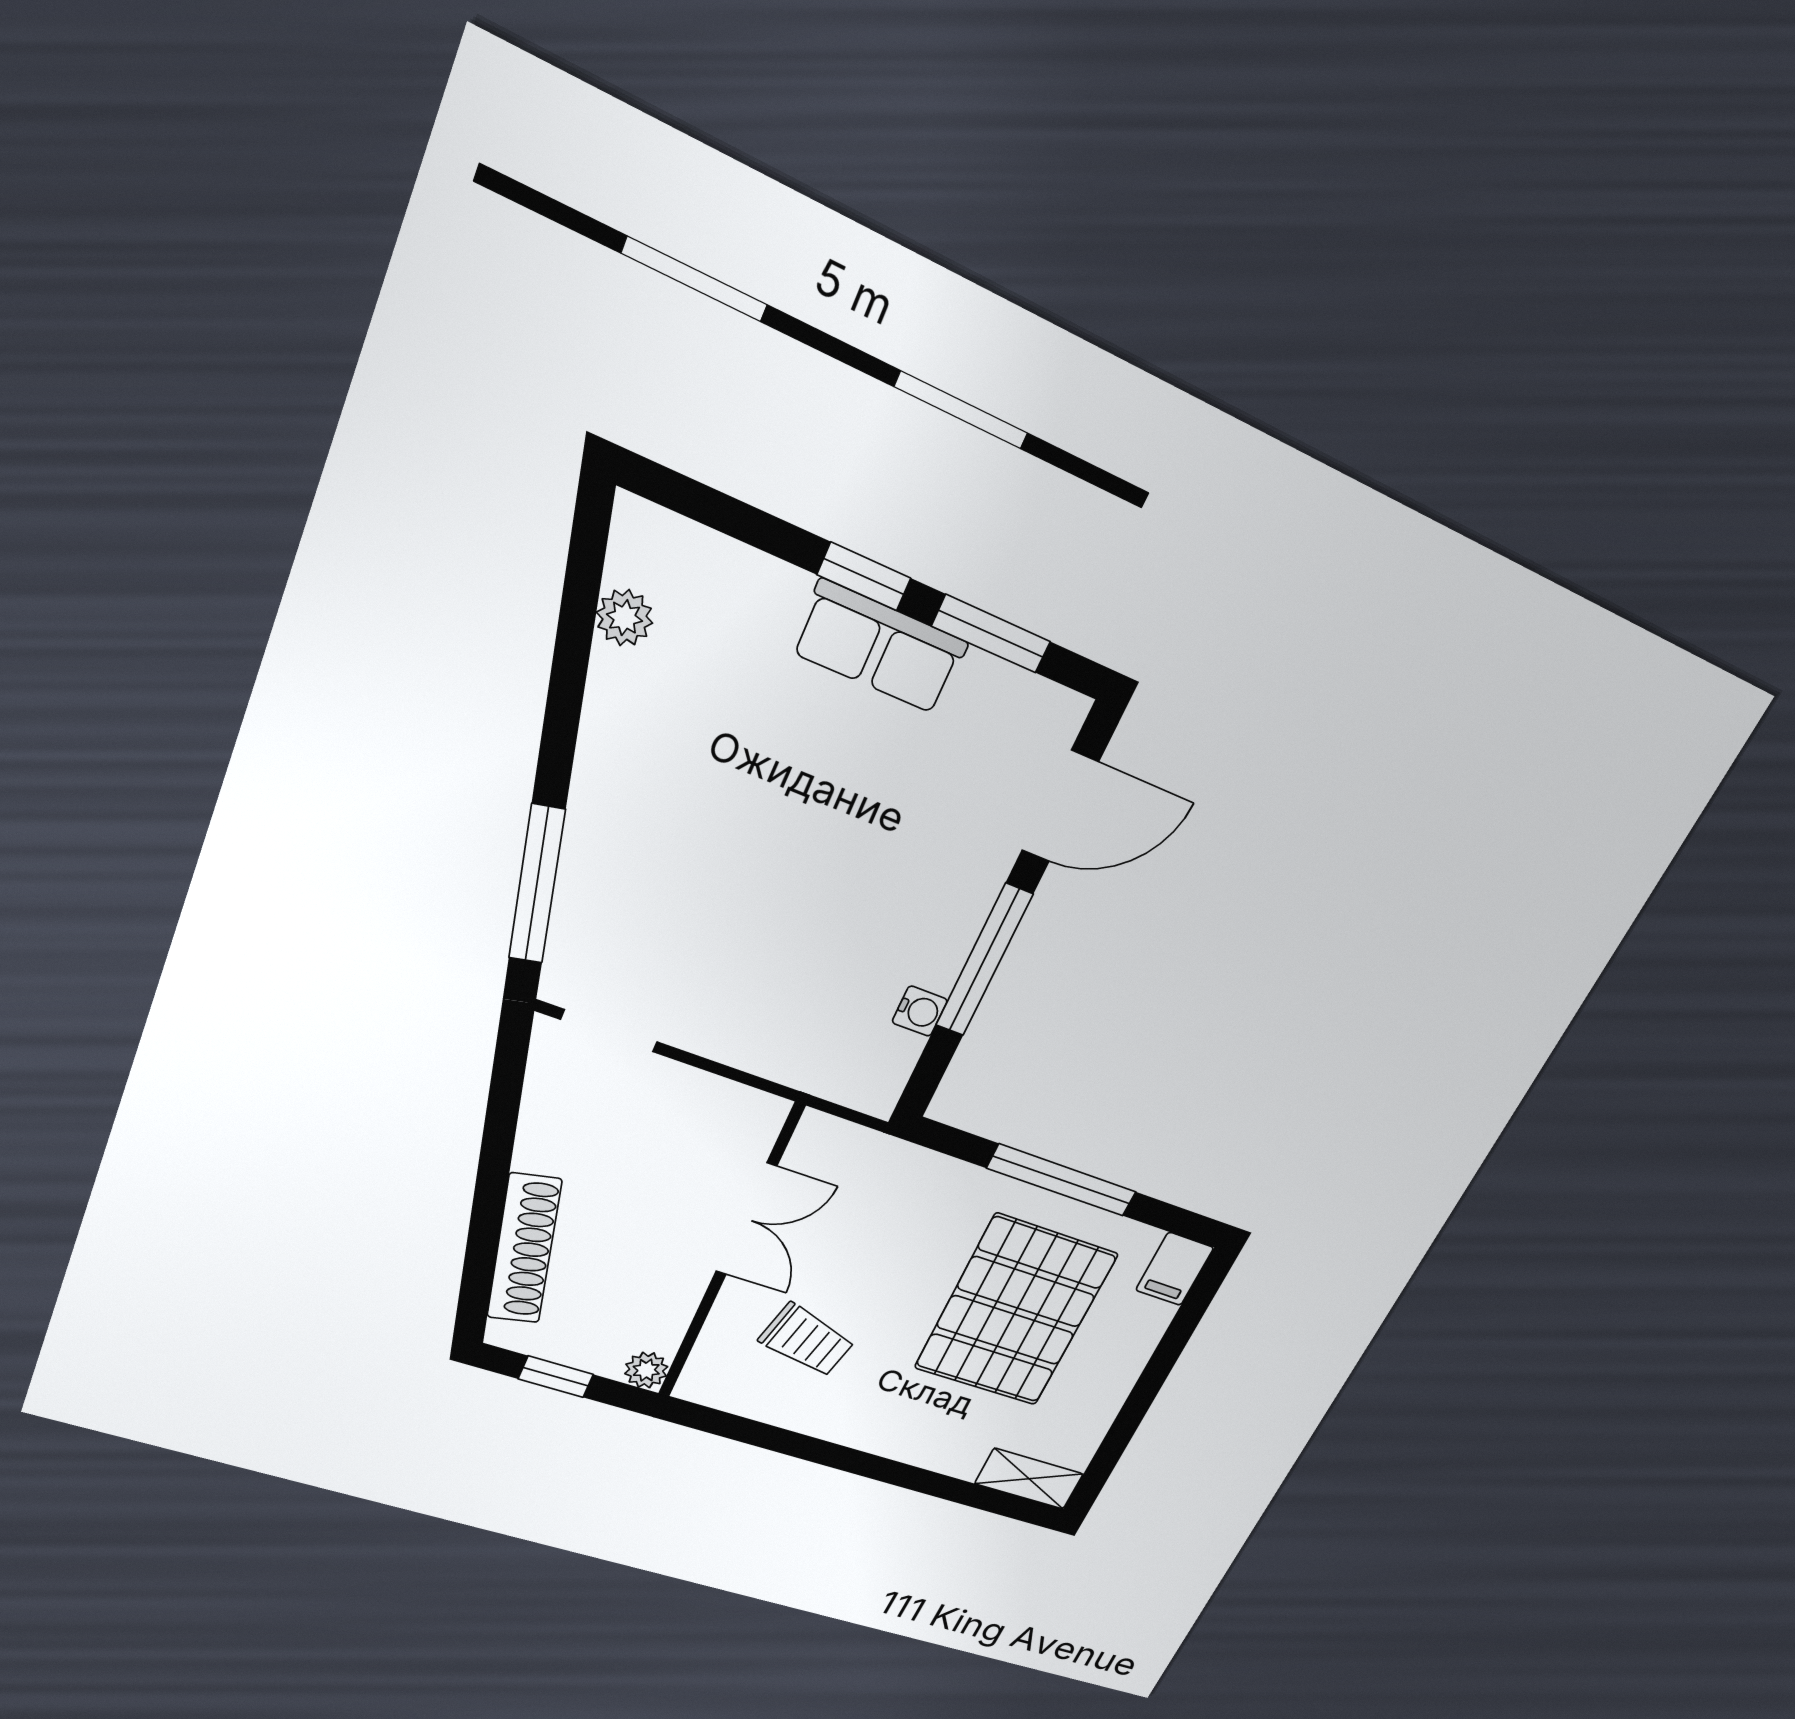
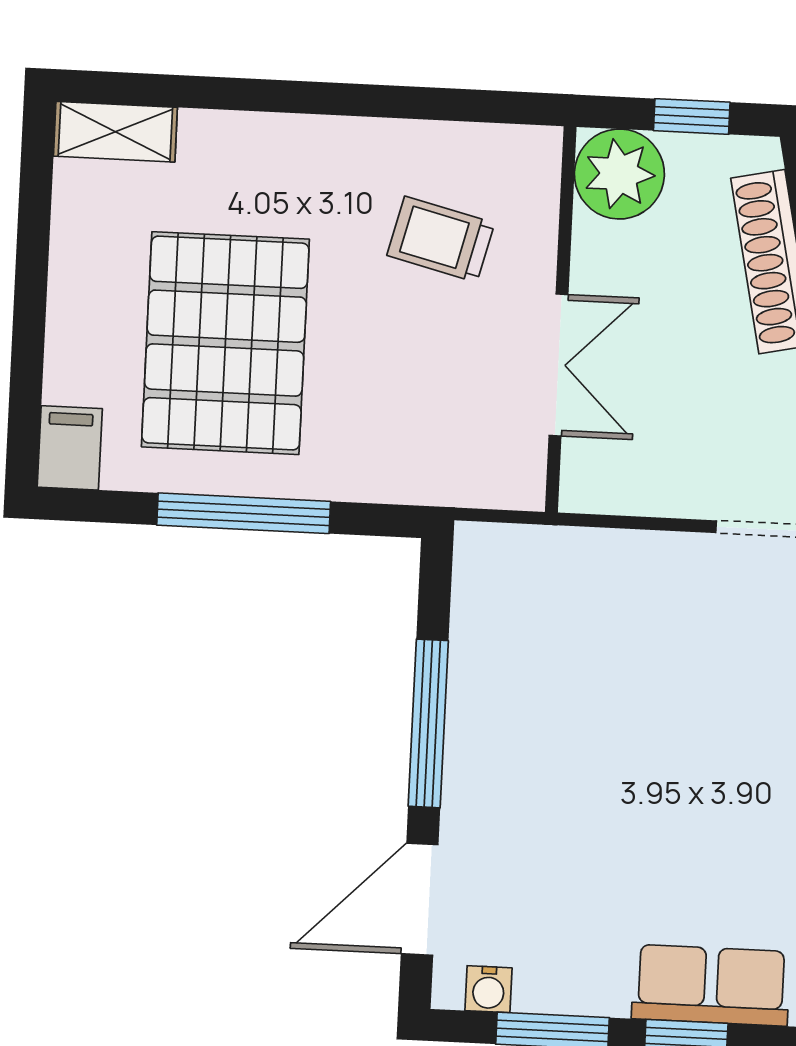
row of seats: (879, 647) -> (711, 985), moved
water cooler: (920, 1011) -> (488, 989), moved, turned -90
double door: (746, 1219) -> (559, 365), swing flipped
plant: (646, 1370) -> (619, 174), width x1.88, depth x1.88

